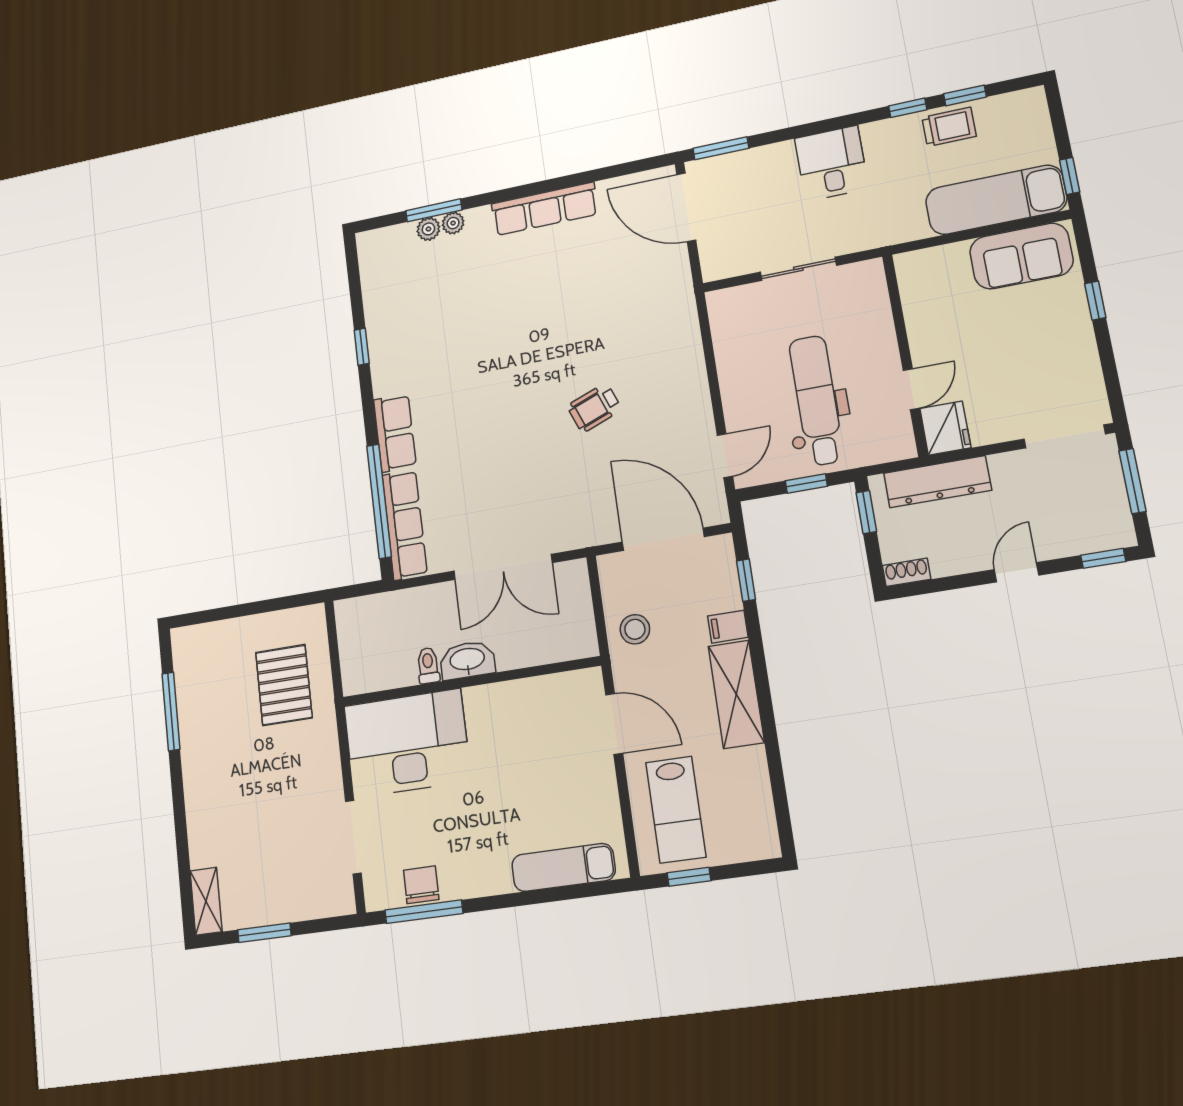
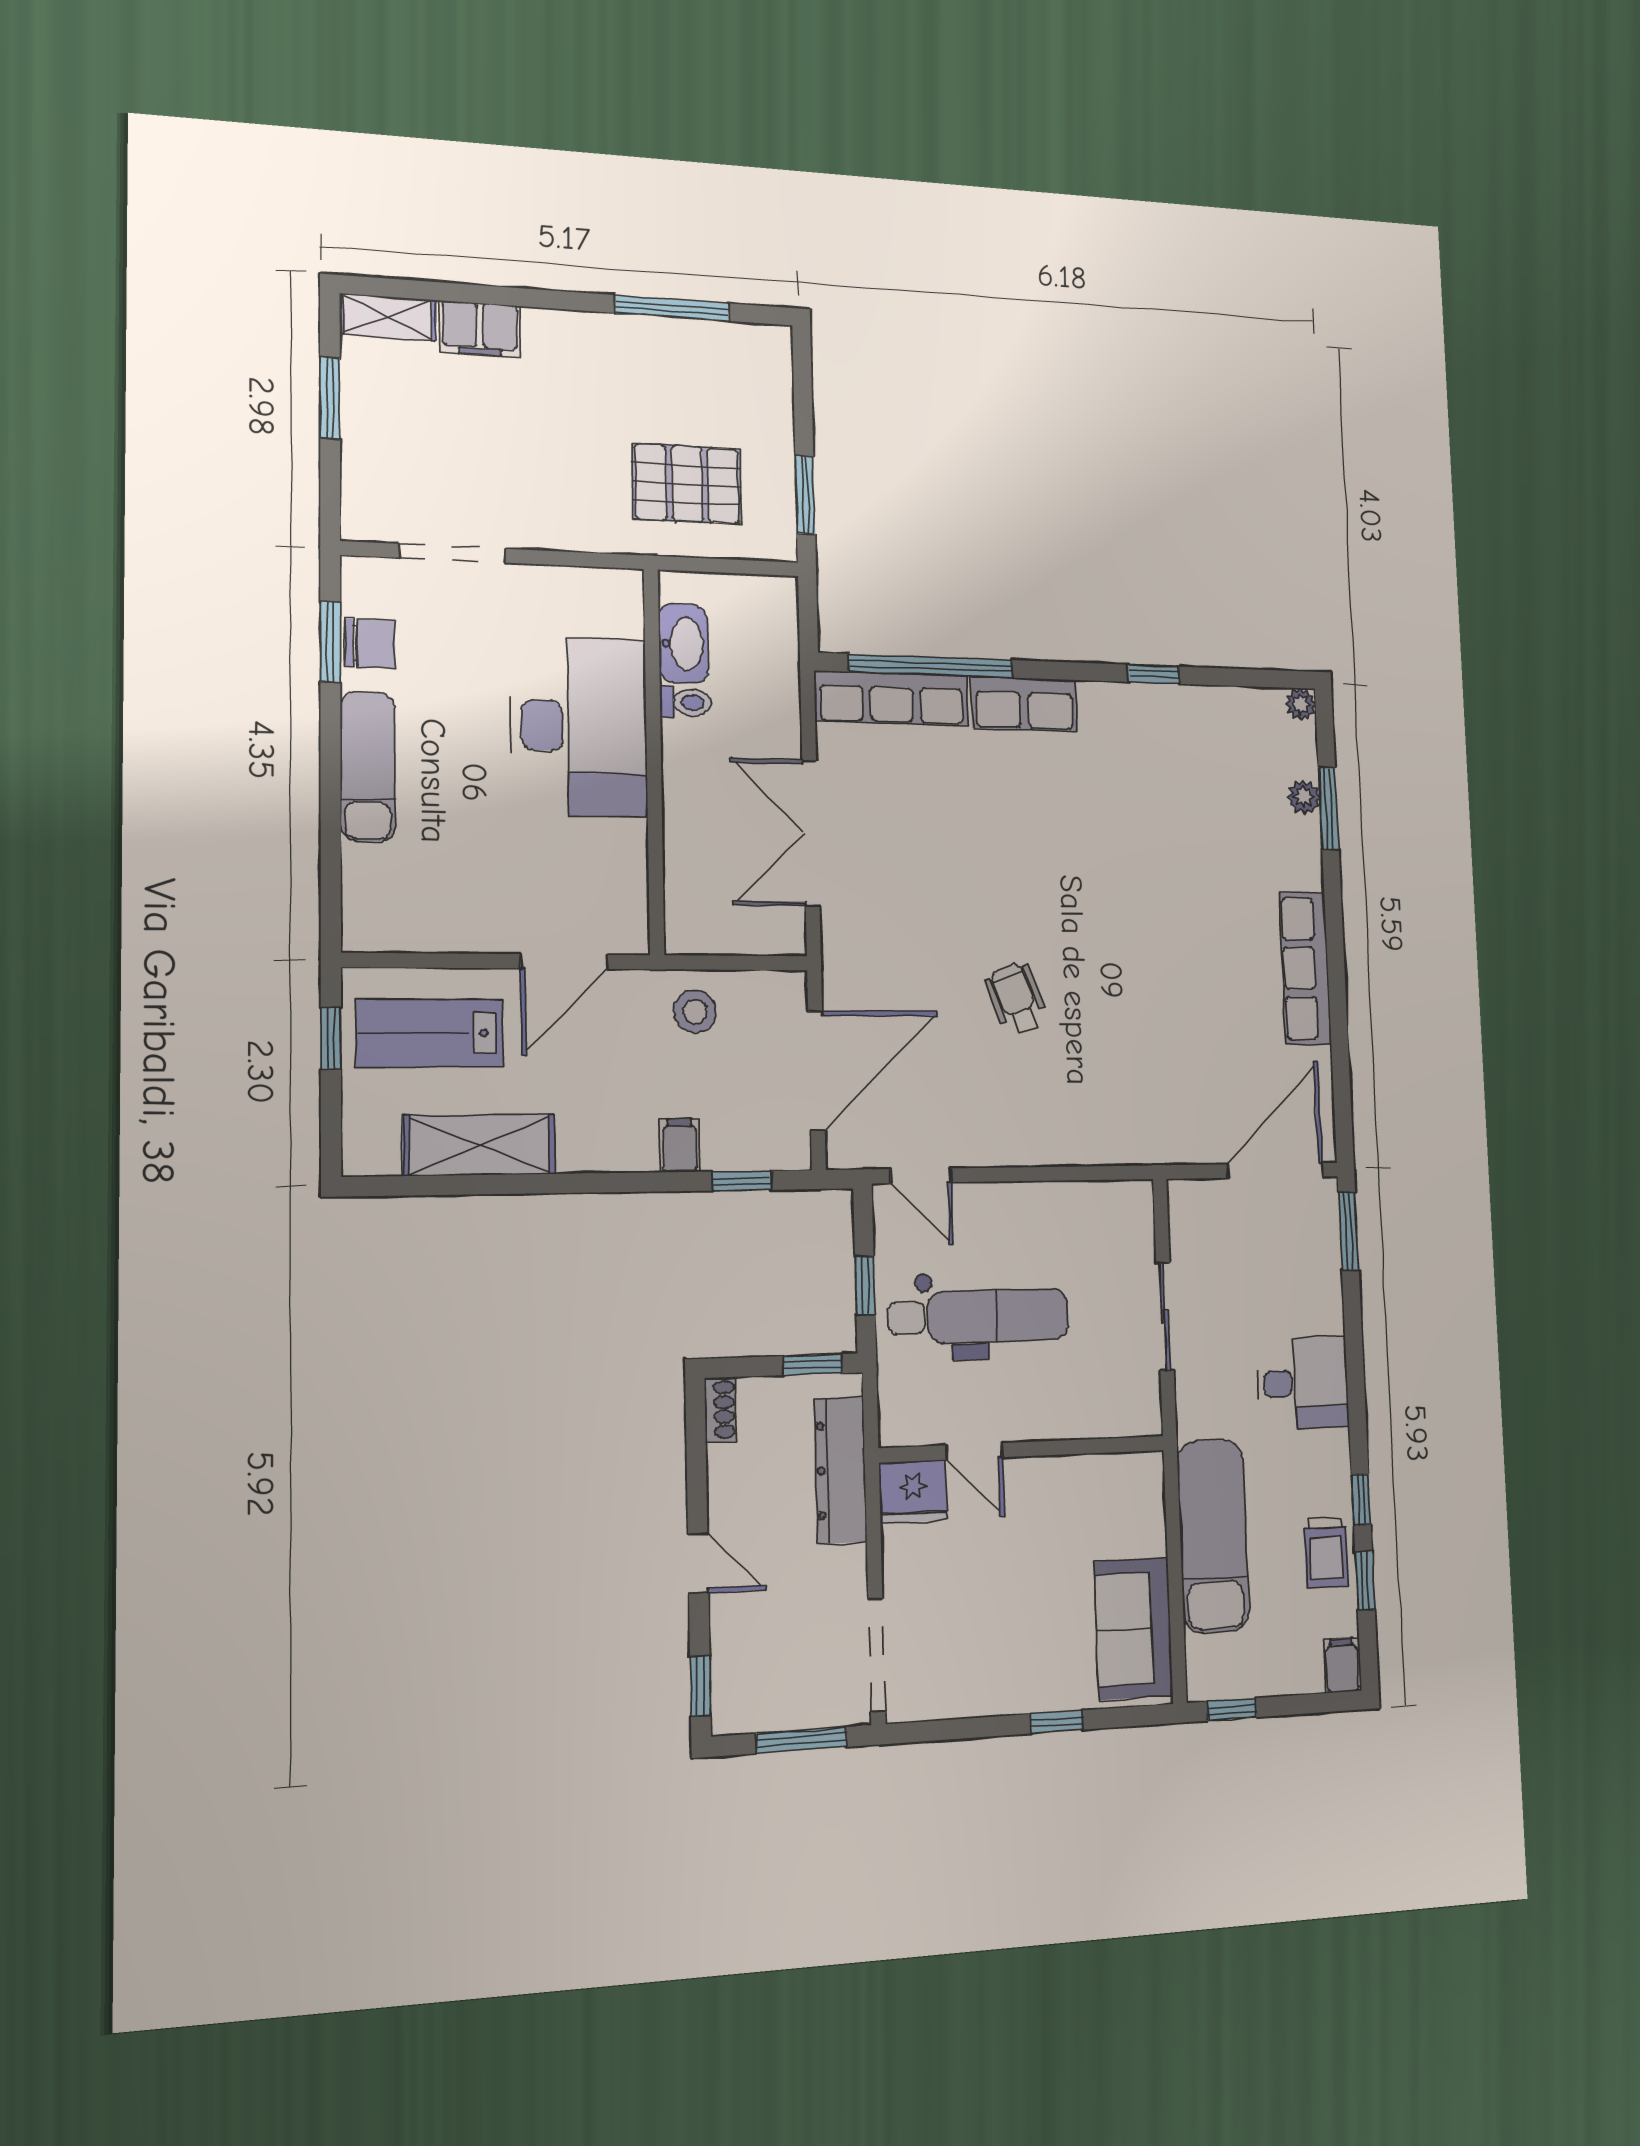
filing cabinet: (1027, 102) -> (1342, 1665), added
exam couch: (996, 200) -> (1213, 1536), moved
plant: (453, 223) -> (1300, 704), moved
window: (279, 604) -> (805, 495), added
washbasin: (467, 660) -> (683, 644), moved
shelving: (736, 694) -> (479, 1145), moved
desk: (407, 743) -> (579, 726), moved
filing cabinet: (204, 838) -> (480, 329), added
exam couch: (563, 867) -> (368, 766), moved
window: (424, 912) -> (330, 642), width x0.69

